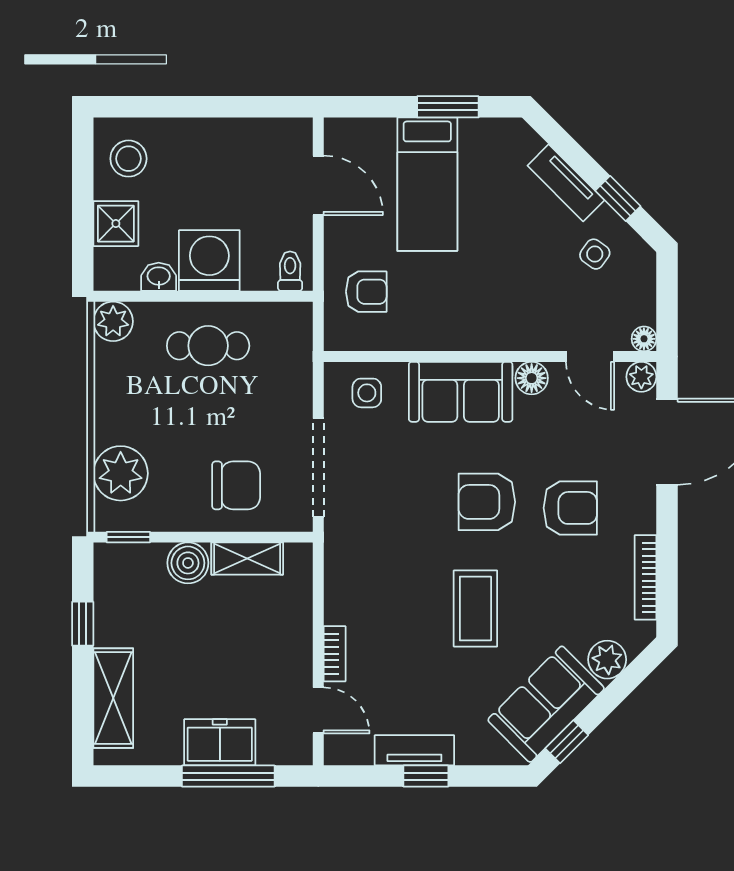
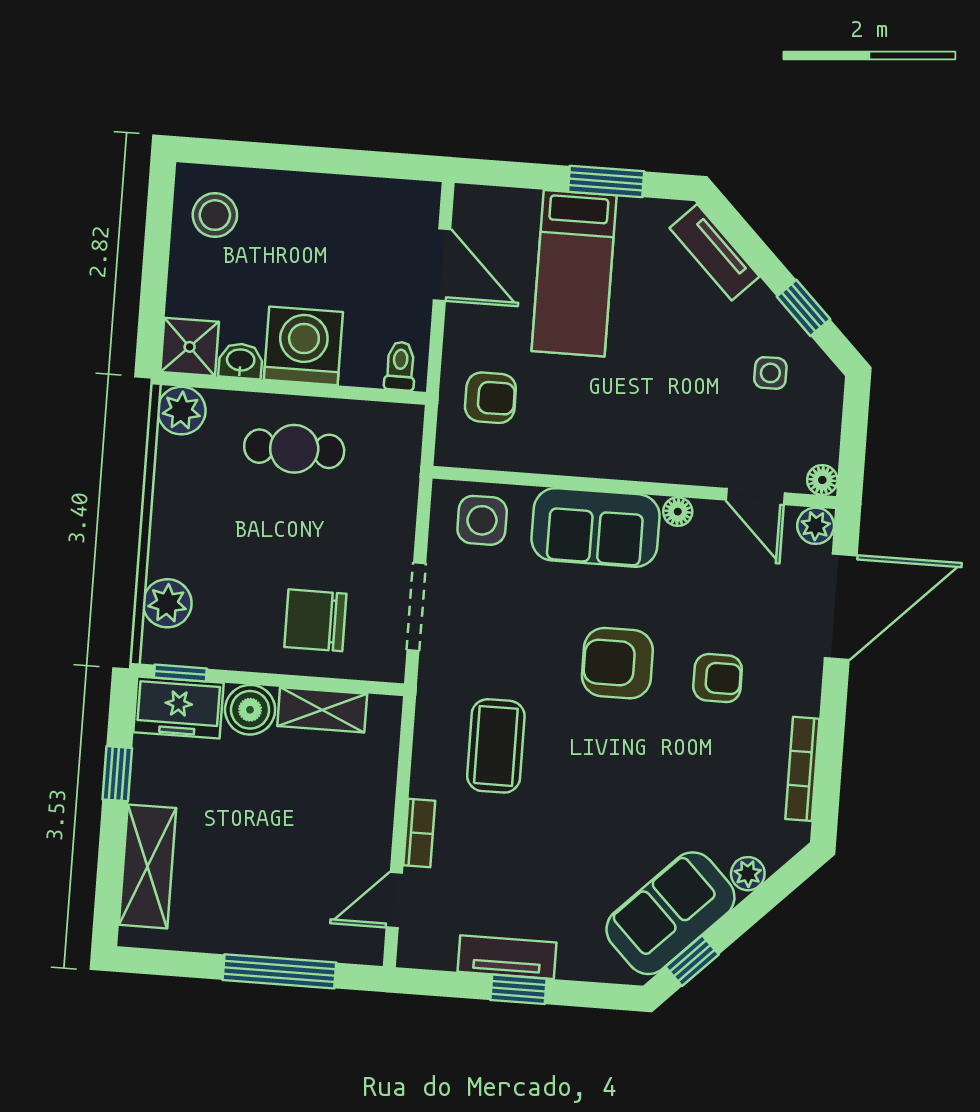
tv unit: (566, 183) -> (715, 252), moved
shower: (116, 224) -> (190, 347), moved
side table: (595, 254) -> (770, 373), turned -36
floor lamp: (532, 378) -> (678, 512), width x0.73, depth x0.73
side table: (367, 393) -> (482, 520), width x1.37, depth x1.37
doorway: (318, 468) -> (416, 607), width x0.73
plant: (121, 473) -> (167, 603), width x0.73, depth x0.73
chair: (236, 485) -> (315, 620), turned 180
armchair: (570, 508) -> (718, 678), width x0.72, depth x0.72
coffee table: (475, 609) -> (496, 746), moved
plant: (607, 660) -> (748, 874), width x0.73, depth x0.73
door: (318, 710) -> (394, 900), swing flipped
freezer: (220, 742) -> (178, 708), moved, turned 180

